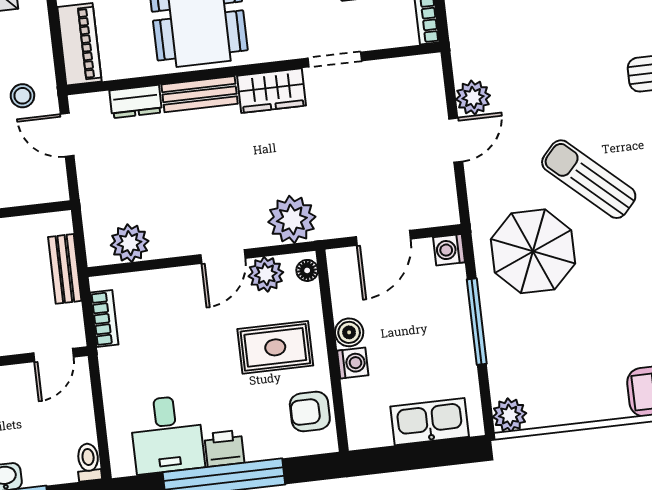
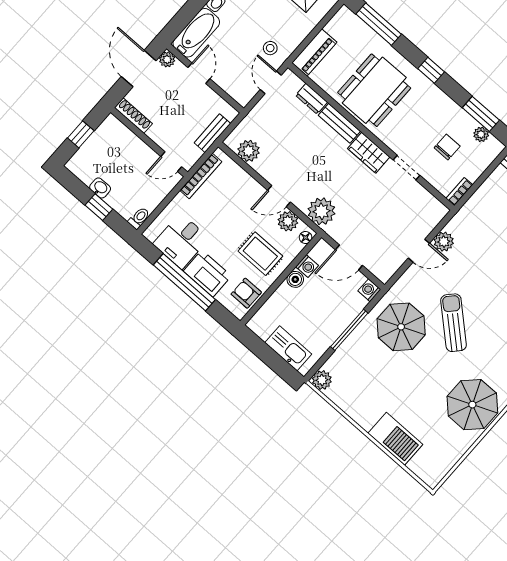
bookcase: (104, 318) -> (201, 176), width x1.56
washing machine: (353, 363) -> (307, 266), moved
printer: (224, 448) -> (207, 273), width x1.87, depth x1.48

